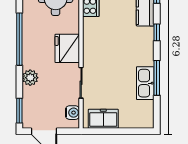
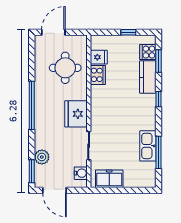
plant: (30, 78) -> (42, 157), moved
window: (157, 78) -> (159, 152), moved

